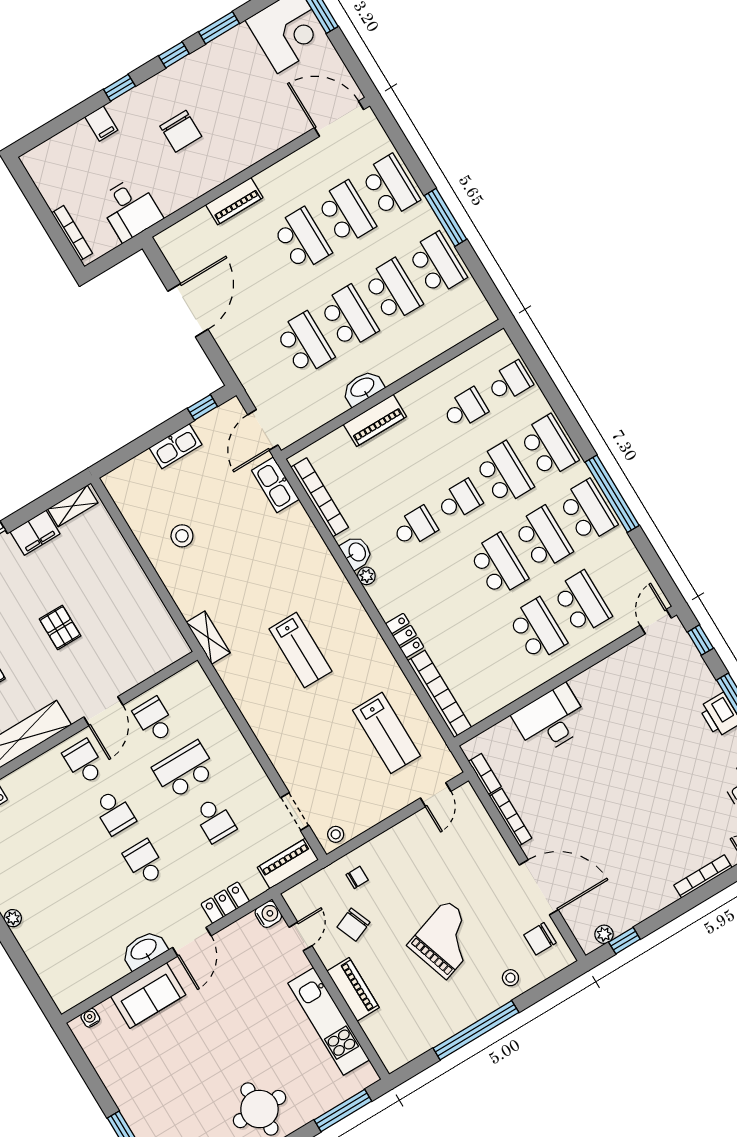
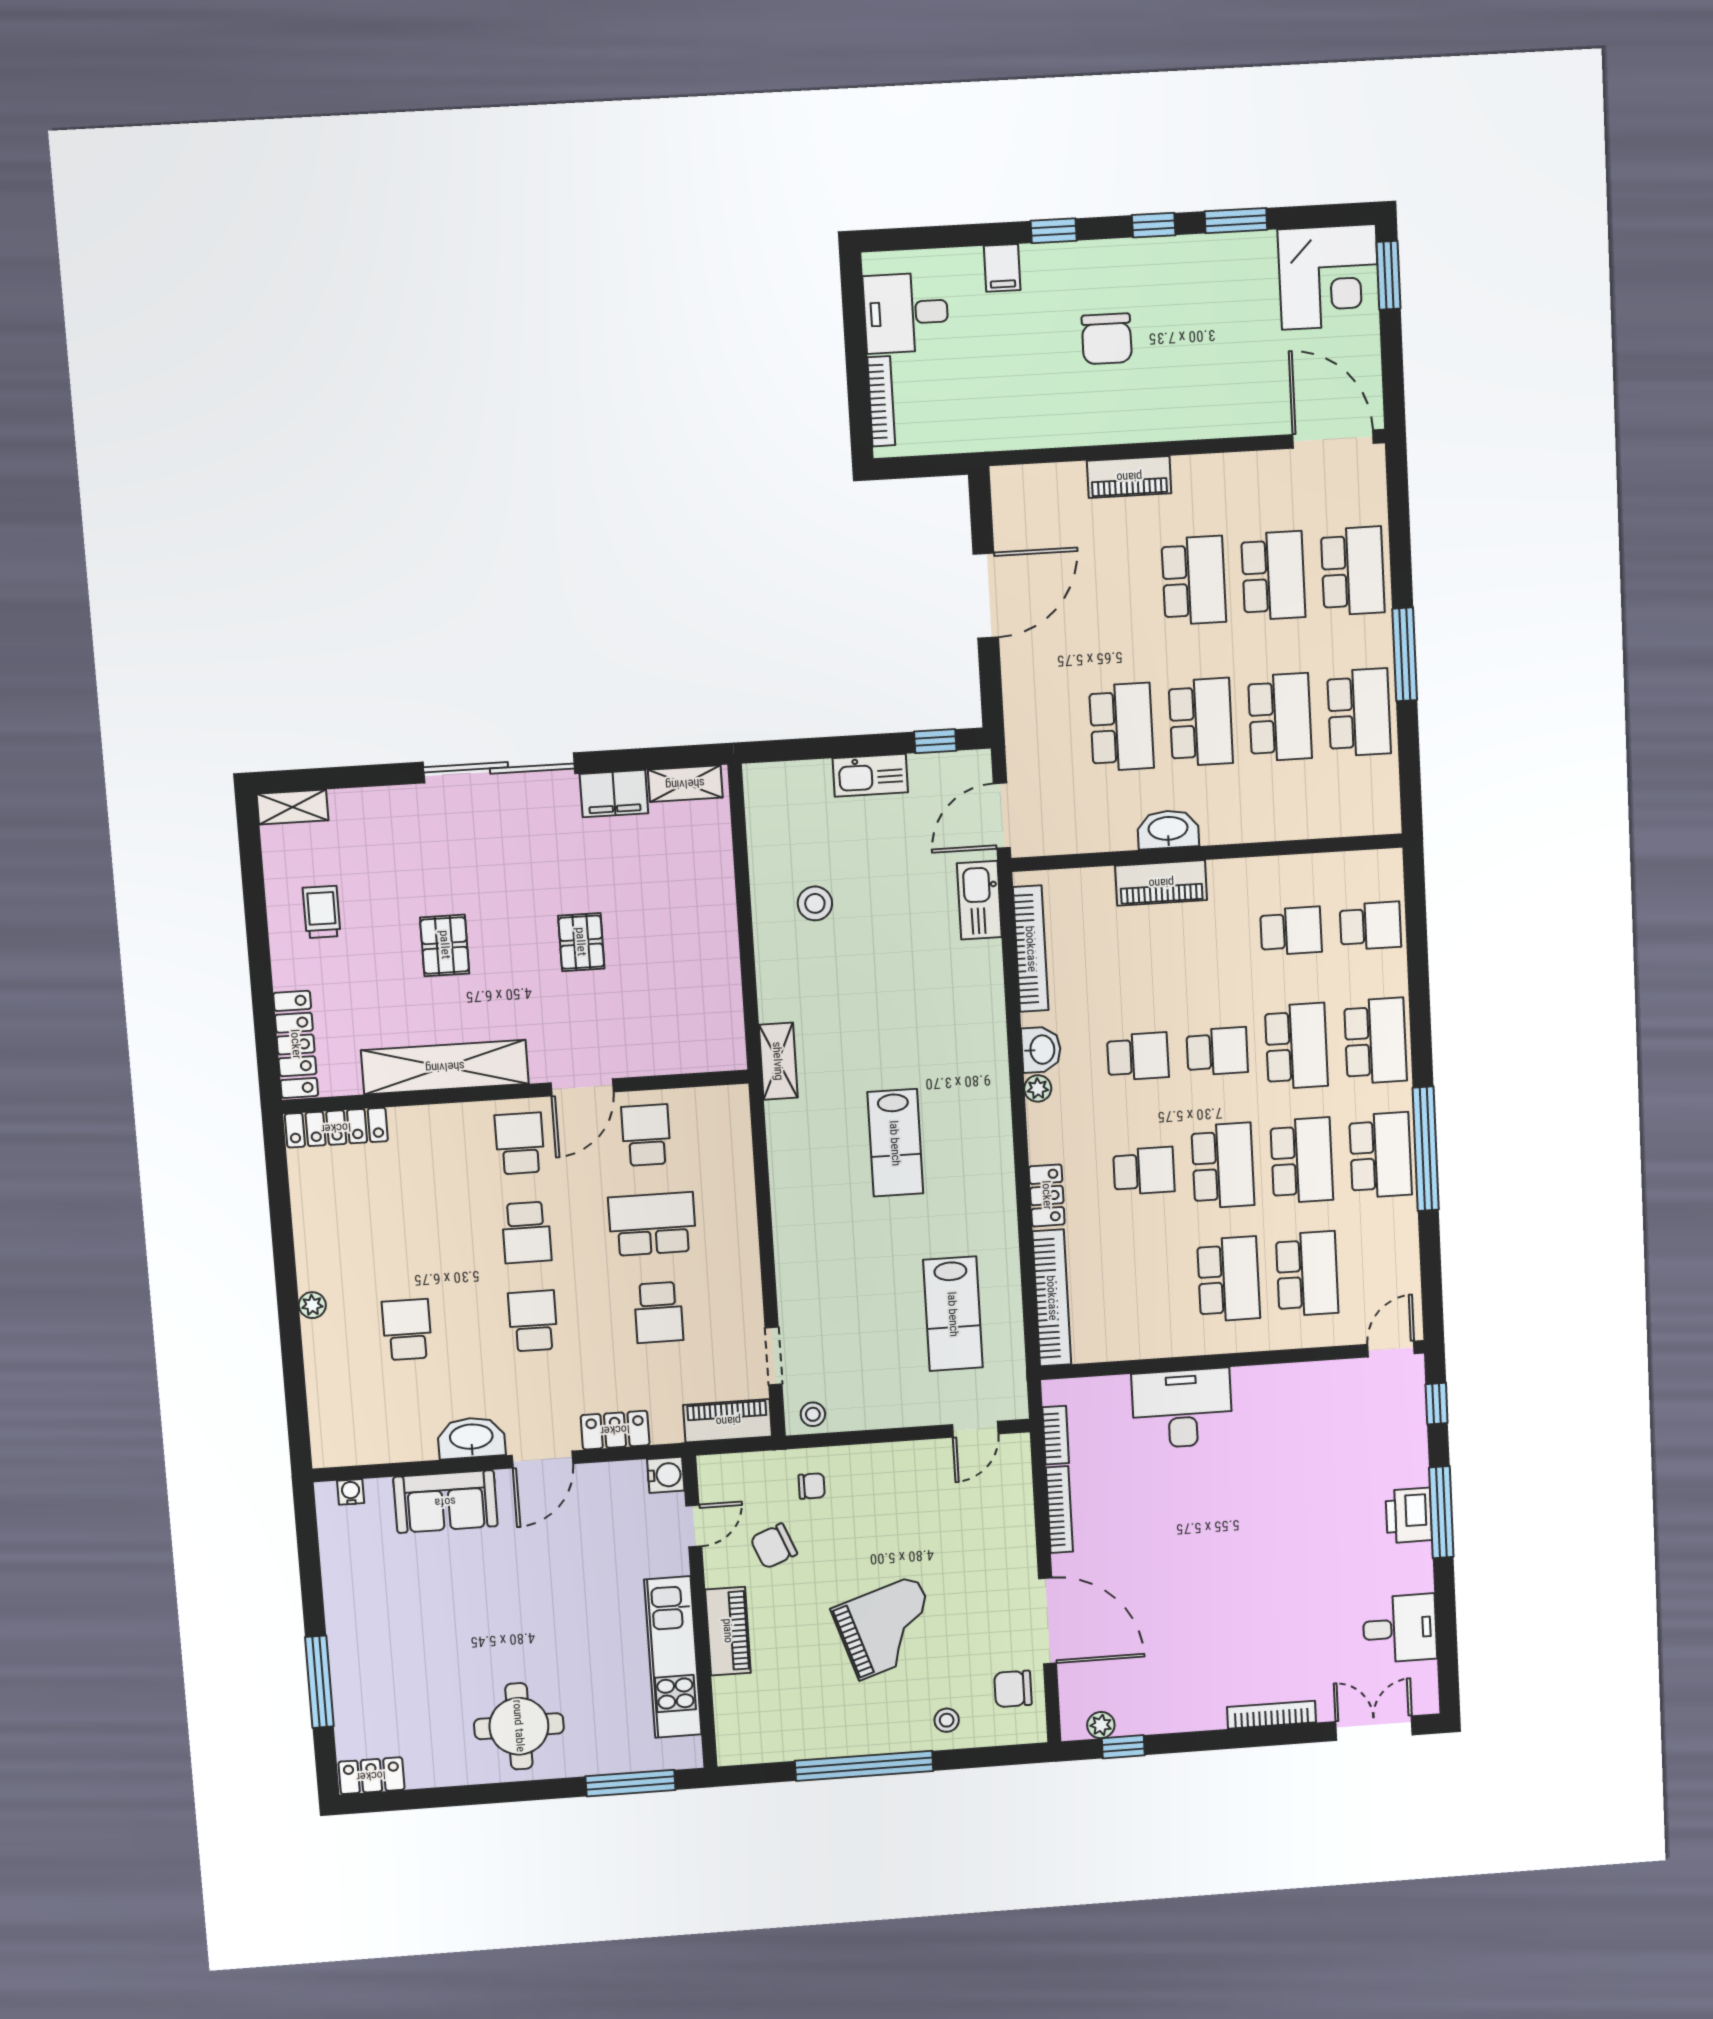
desk: (130, 209) -> (906, 313), moved, turned 90
school desk: (454, 592) -> (1144, 1171), added
school desk: (74, 905) -> (407, 1330), added

